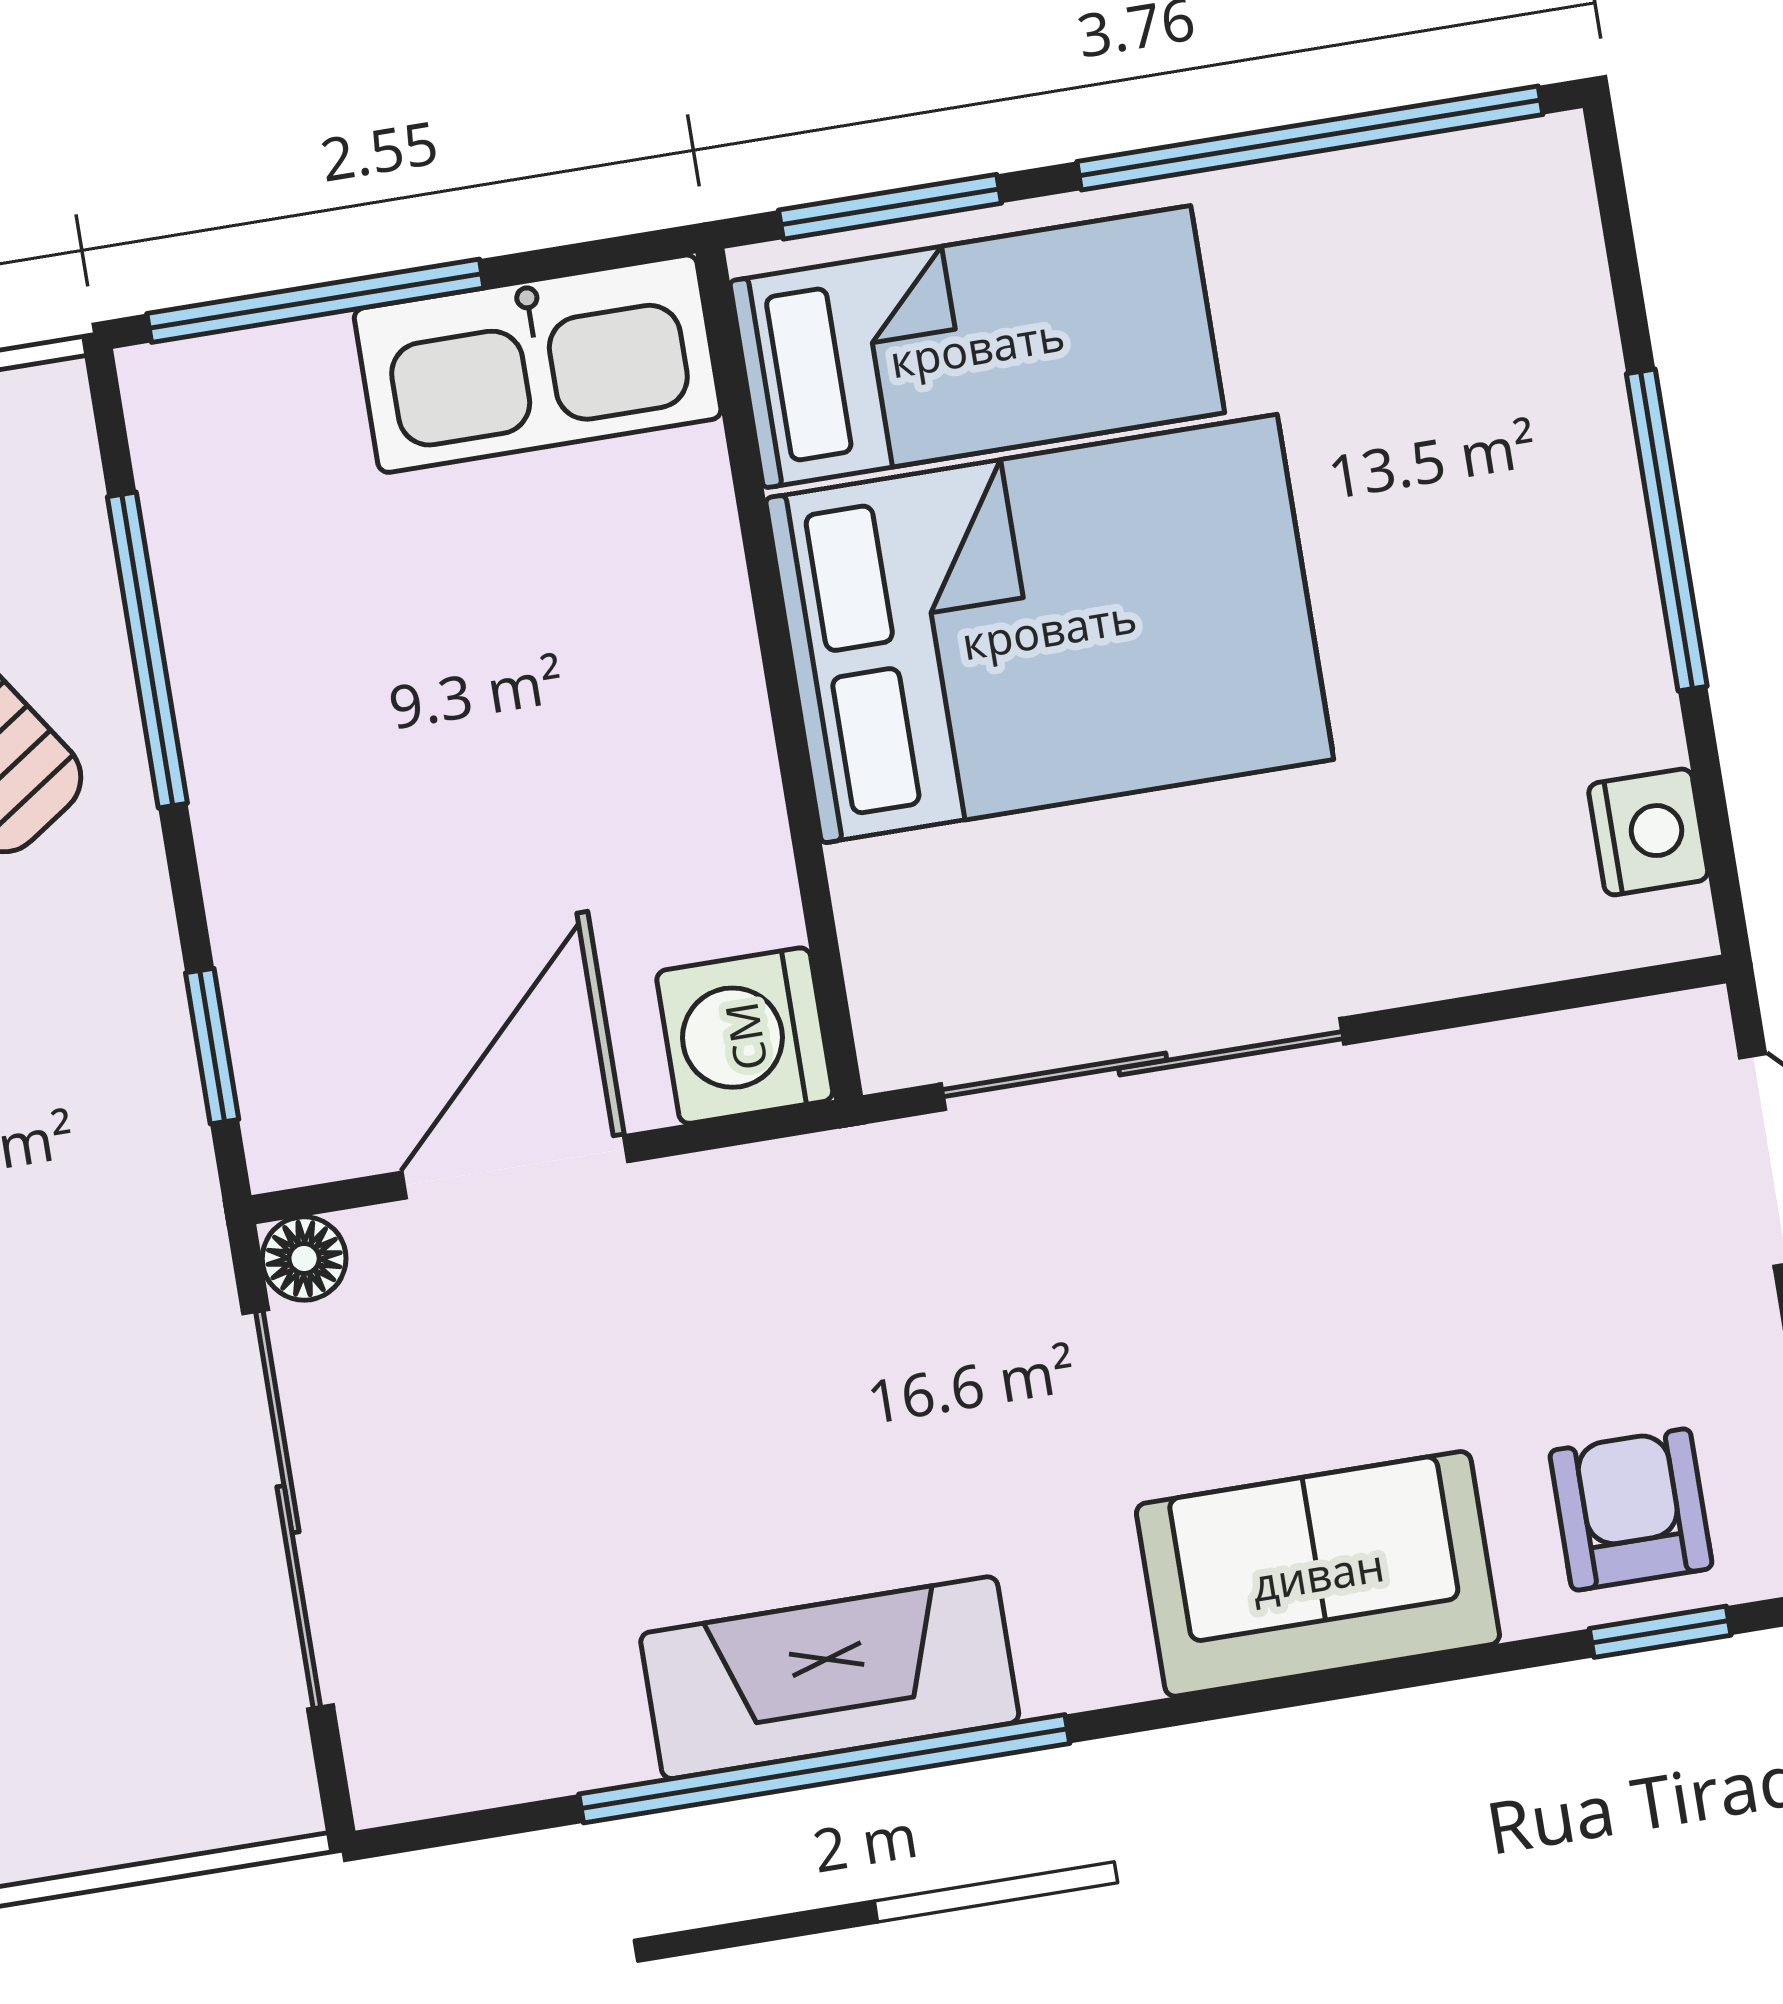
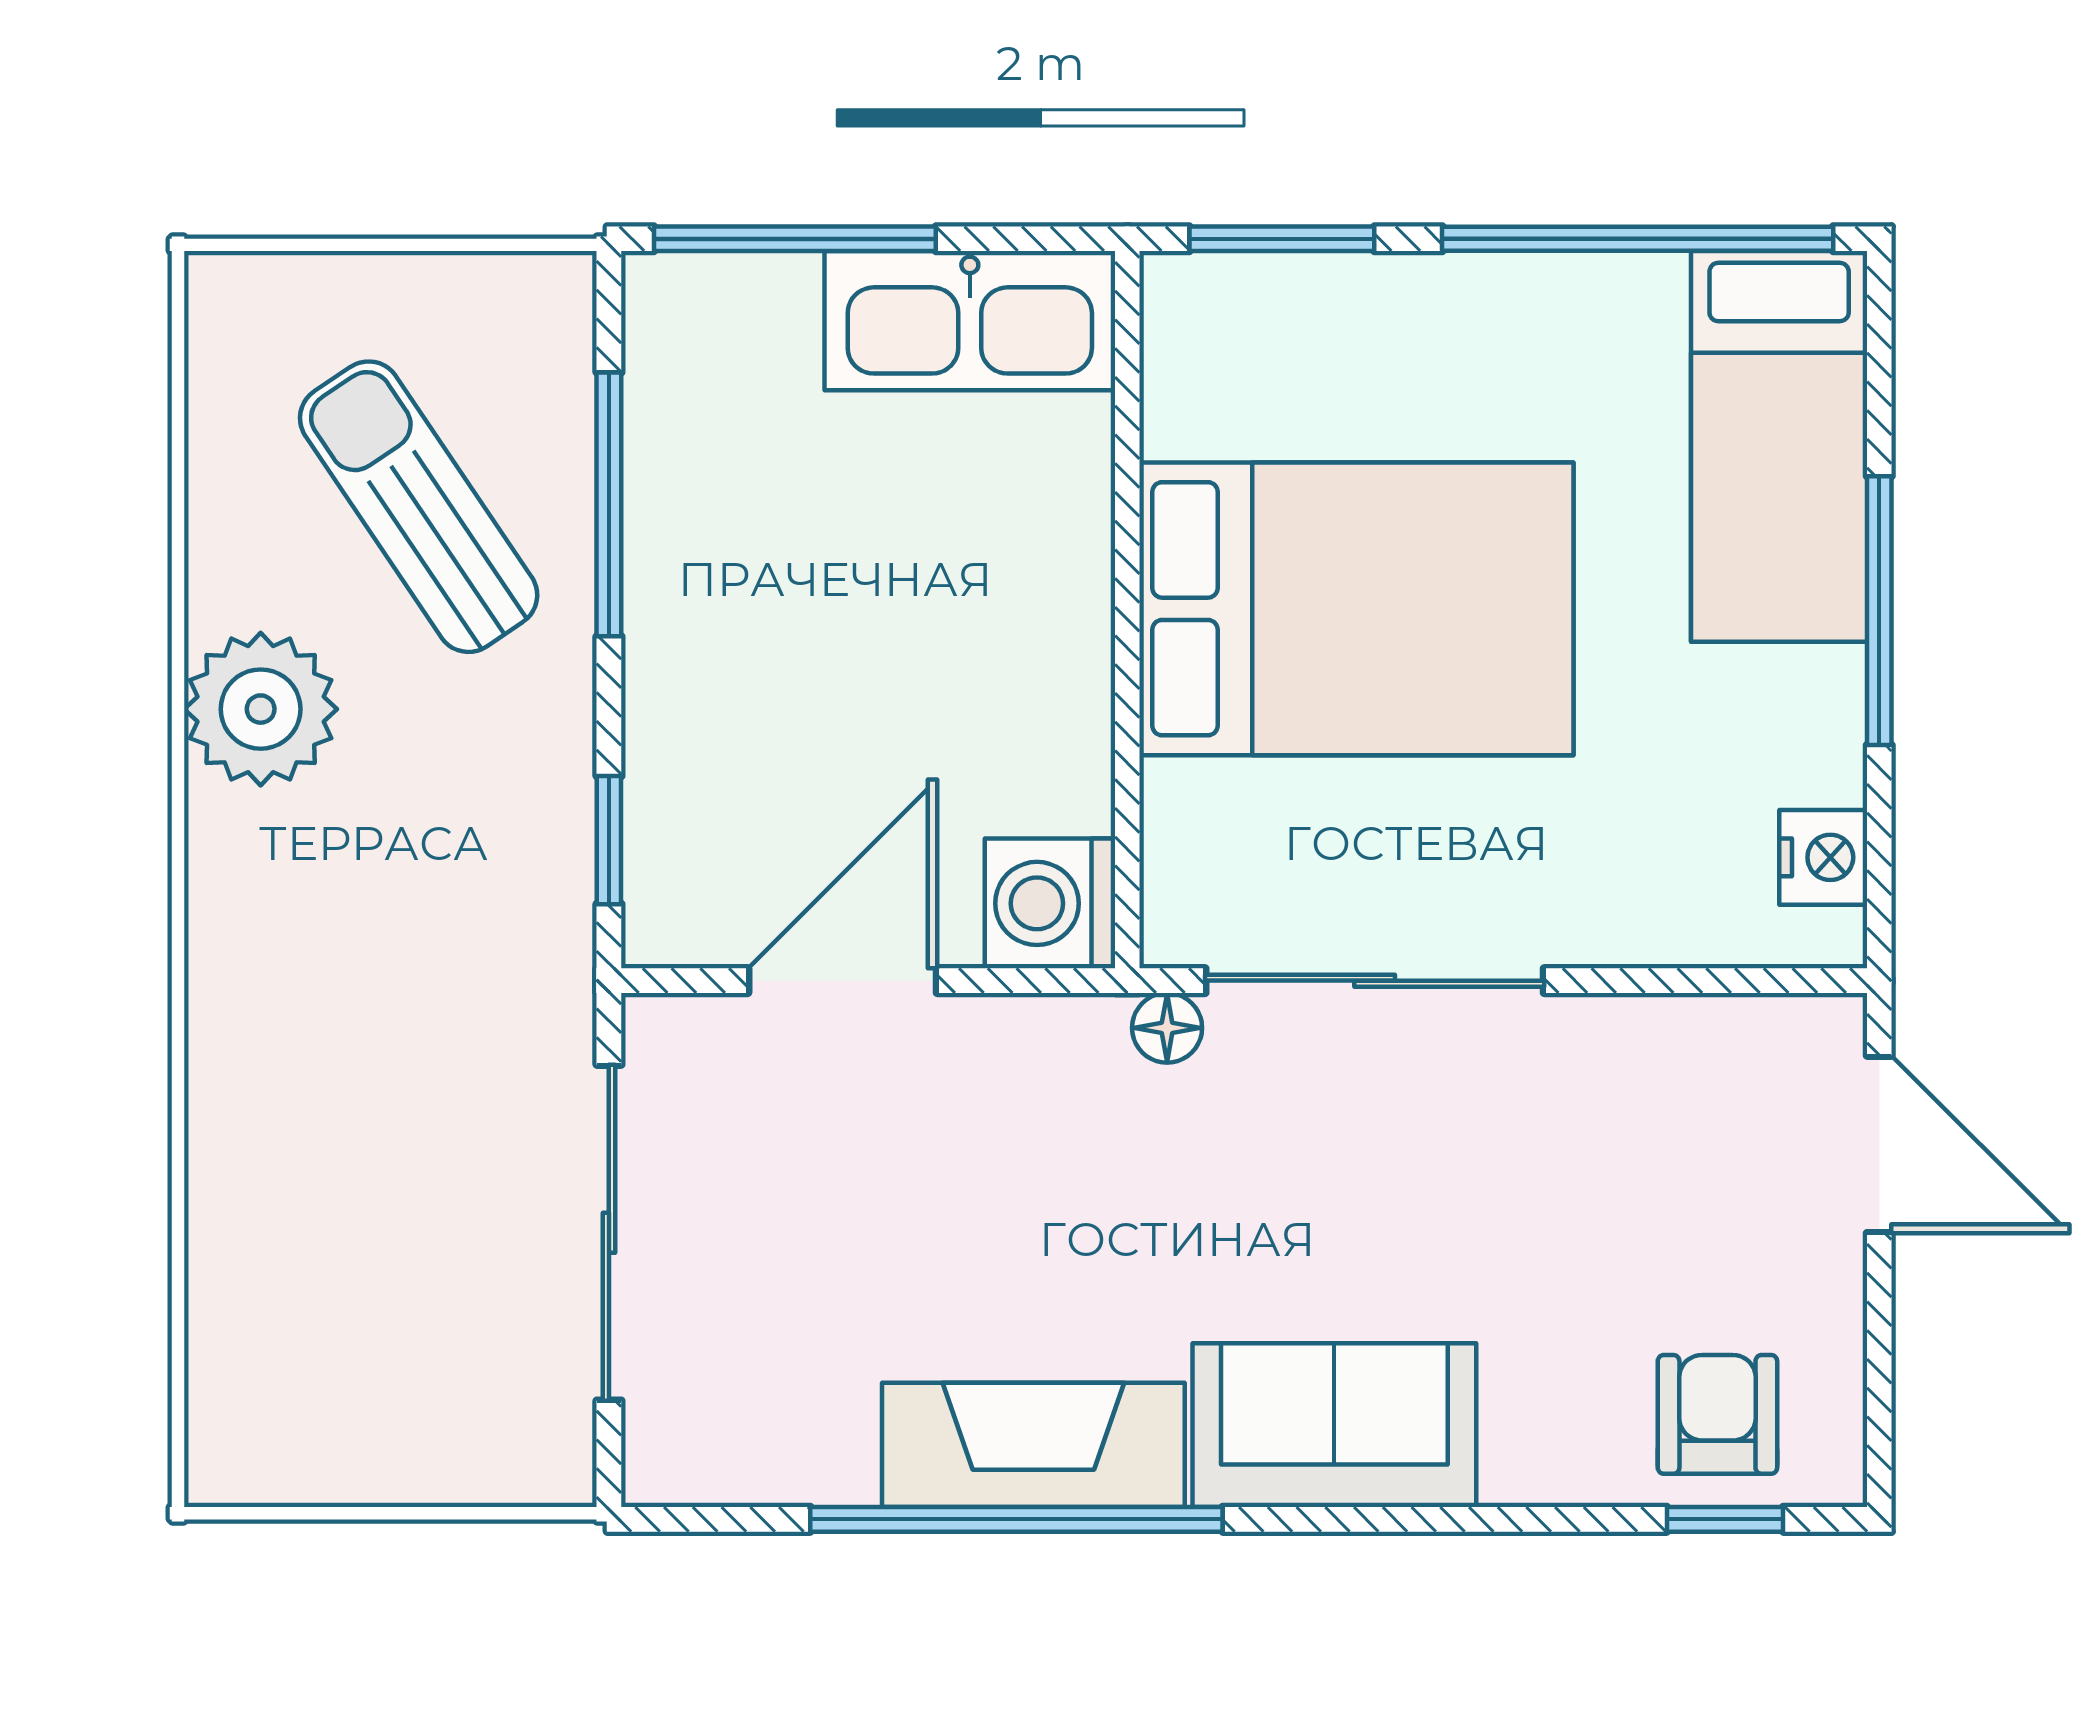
bed: (977, 347) -> (1779, 446), moved, turned 90
floor lamp: (304, 1259) -> (1167, 1028), moved
sofa: (1318, 1574) -> (1334, 1425), moved

